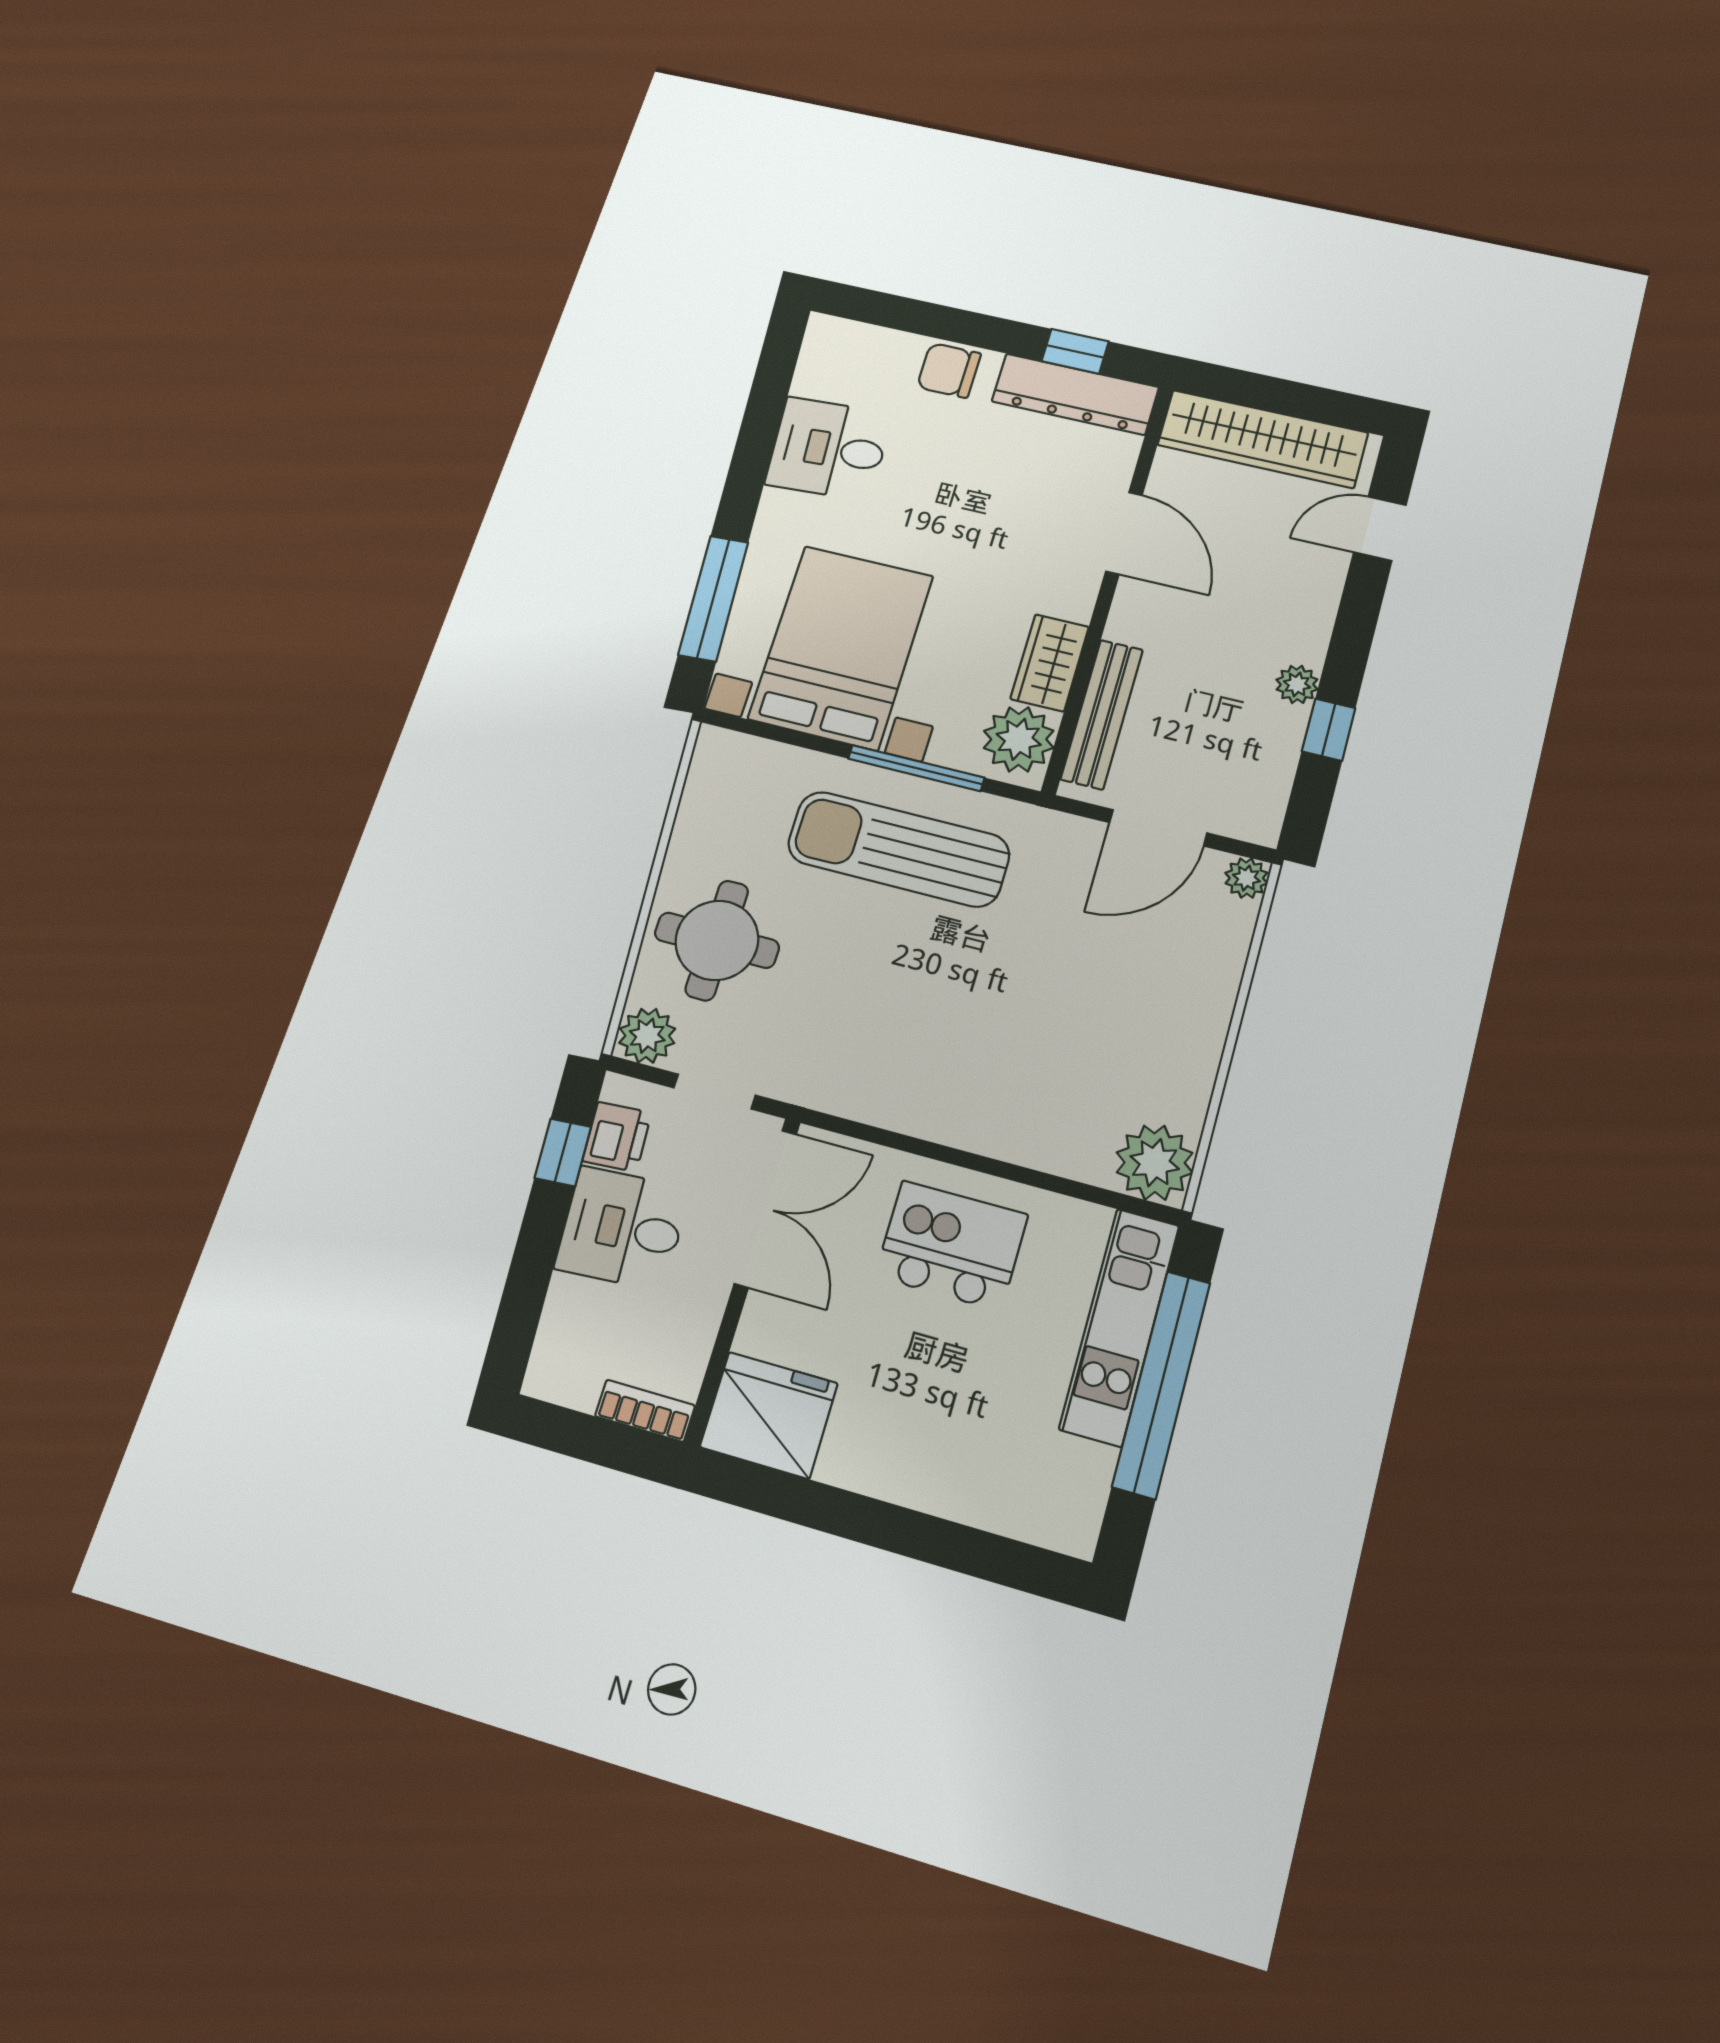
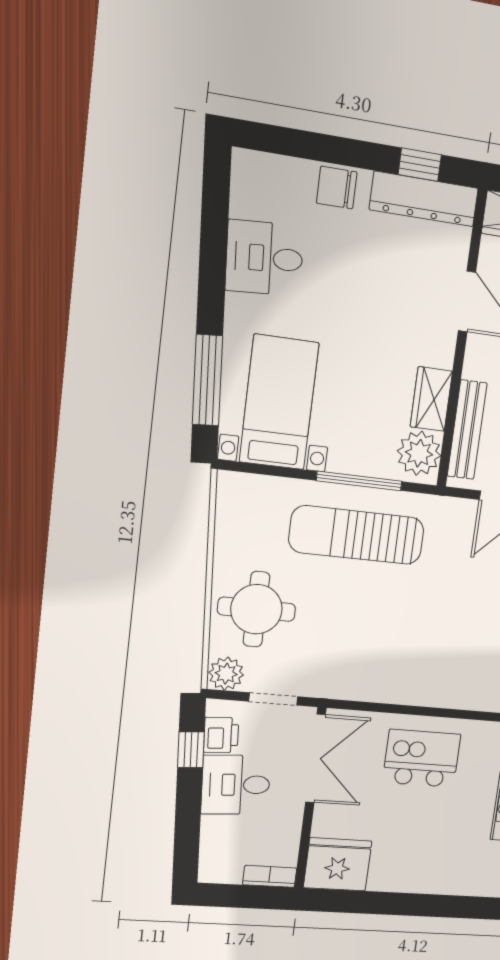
bed with nightstands: (841, 647) -> (279, 402), width x0.73

